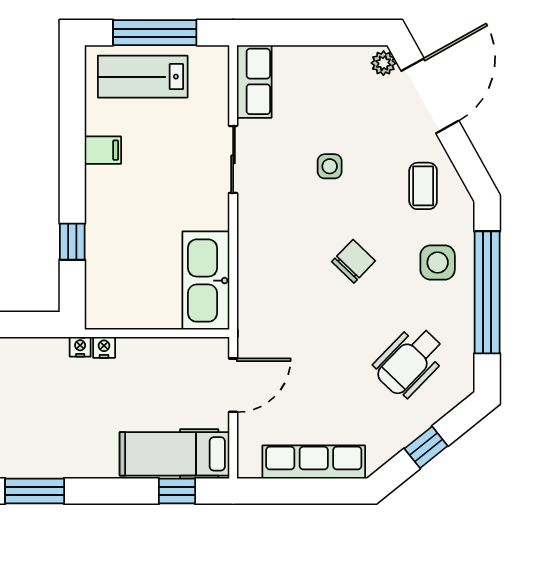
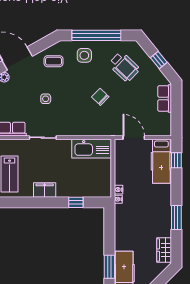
filing cabinet: (103, 150) -> (45, 190), width x2.00
chair: (353, 261) -> (100, 97), moved
row of seats: (314, 462) -> (165, 99), width x0.68

